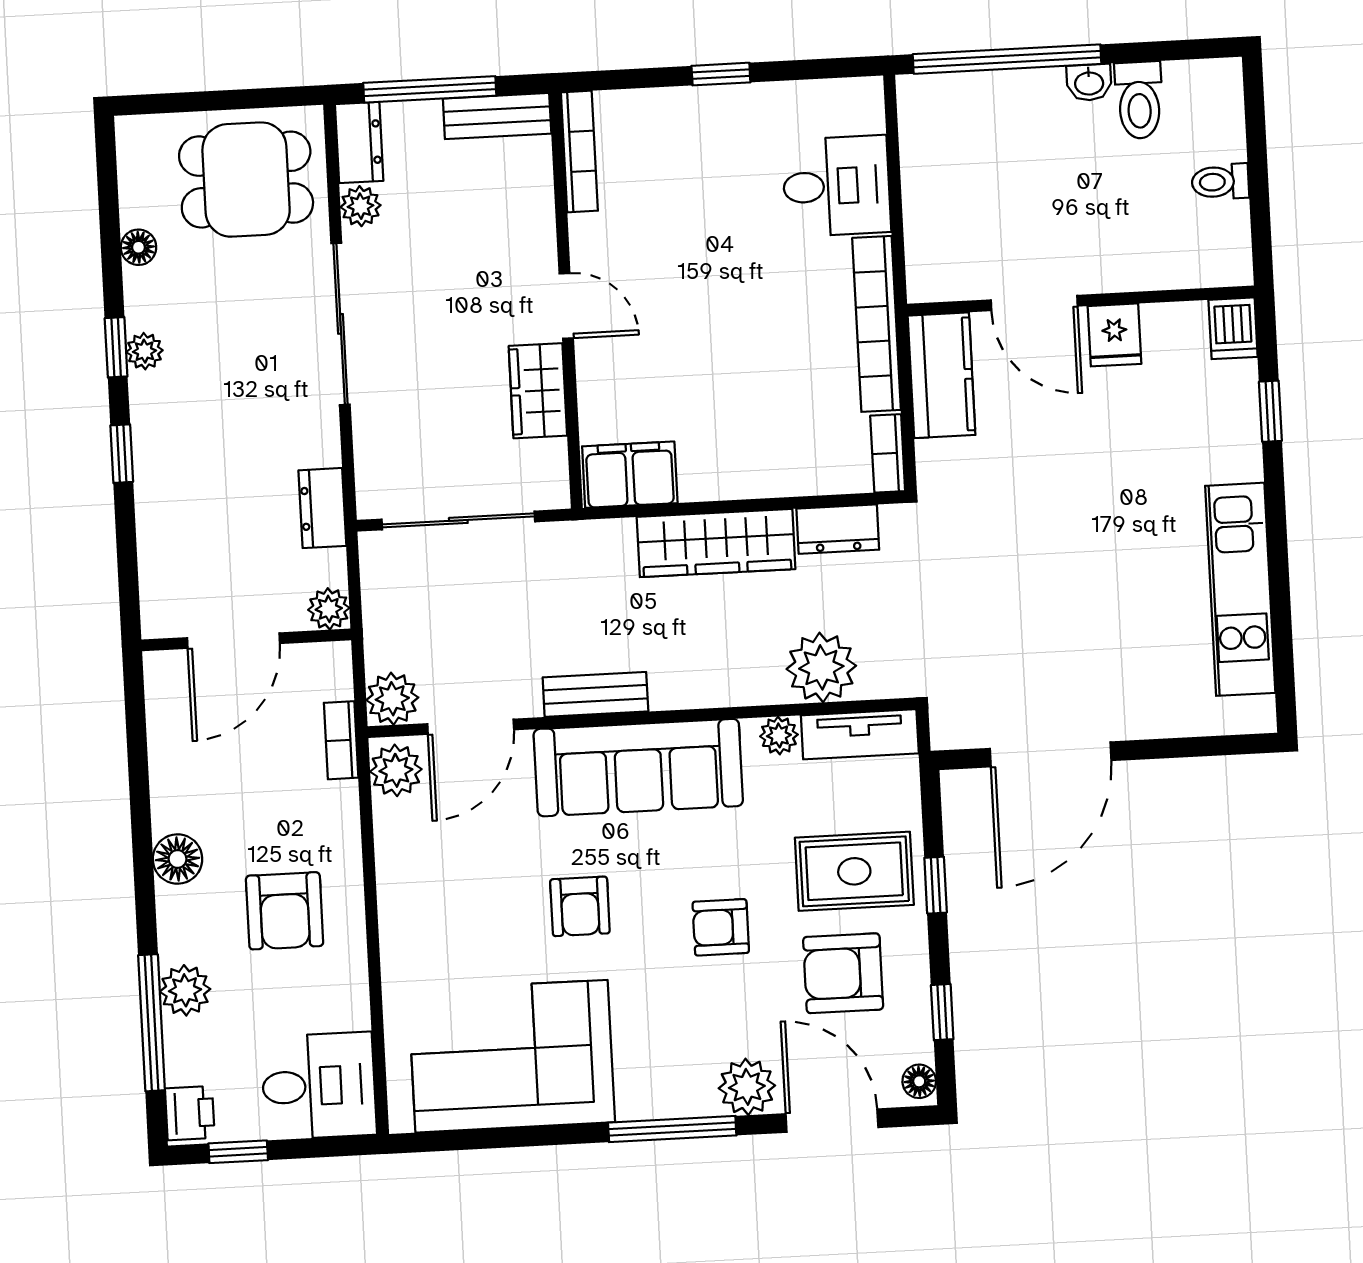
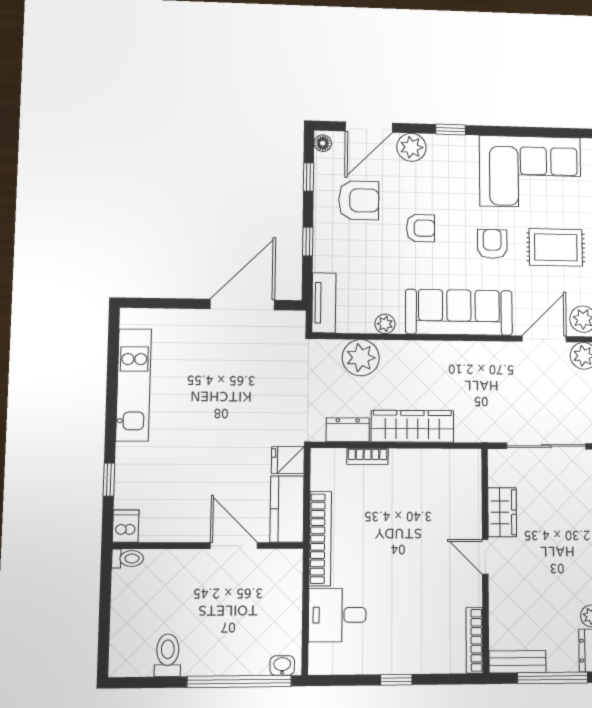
washbasin: (1089, 82) -> (282, 665), moved
toilet: (1220, 182) -> (128, 559), moved
fridge: (1115, 335) -> (288, 460), moved, turned -90
bookcase: (888, 453) -> (368, 456), moved, turned 90
filing cabinet: (630, 475) -> (456, 465), removed
bench: (595, 694) -> (479, 351), removed
tv unit: (860, 734) -> (324, 303), moved, turned 90
rug: (854, 871) -> (556, 247), moved
door: (832, 1121) -> (369, 127), hinge flipped
window: (672, 1129) -> (451, 129), width x0.46

